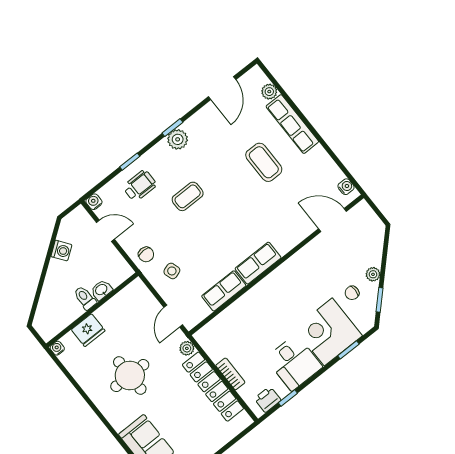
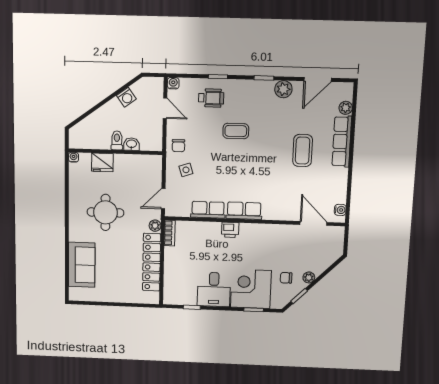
plant: (178, 139) -> (283, 89), moved
bookcase: (230, 374) -> (170, 233), moved
printer: (268, 399) -> (230, 230), moved, turned 180

